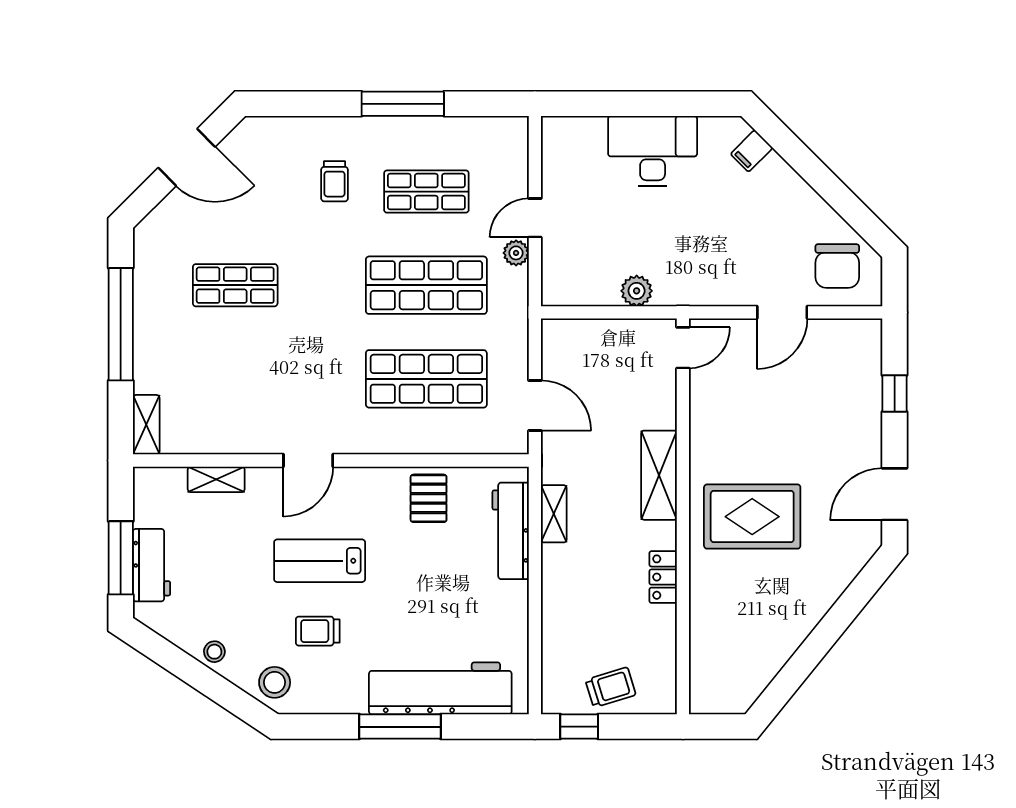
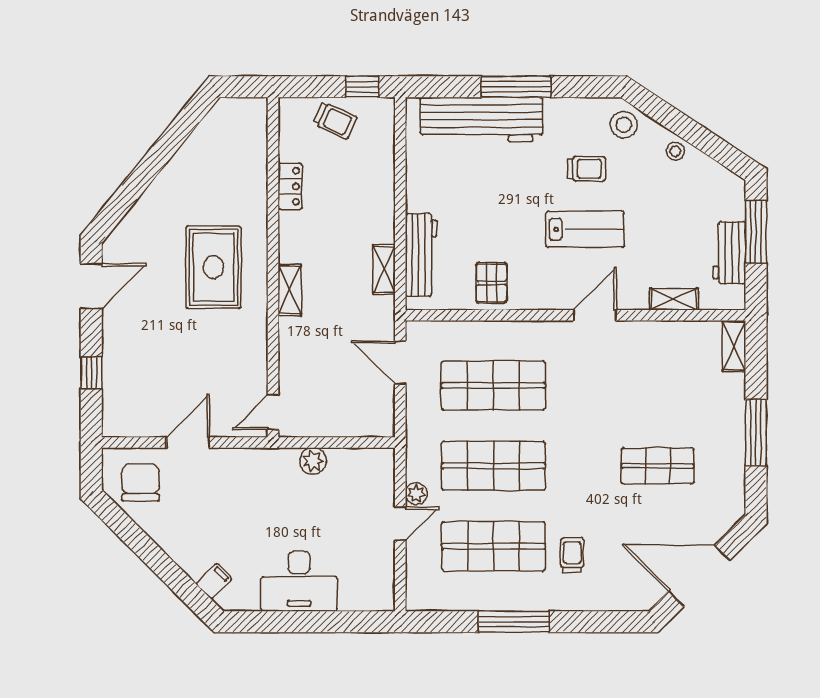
door: (187, 157) -> (699, 576), width x1.36
shop shelf: (426, 192) -> (493, 546), width x1.43, depth x1.36
window: (121, 324) -> (756, 432), width x0.68
shelving: (659, 475) -> (290, 290), width x0.67, depth x0.75
rug: (752, 517) -> (213, 267), turned 90
workbench: (151, 565) -> (729, 253), moved
locker: (663, 577) -> (290, 186), moved
trolley: (611, 687) -> (335, 120), turned -138

